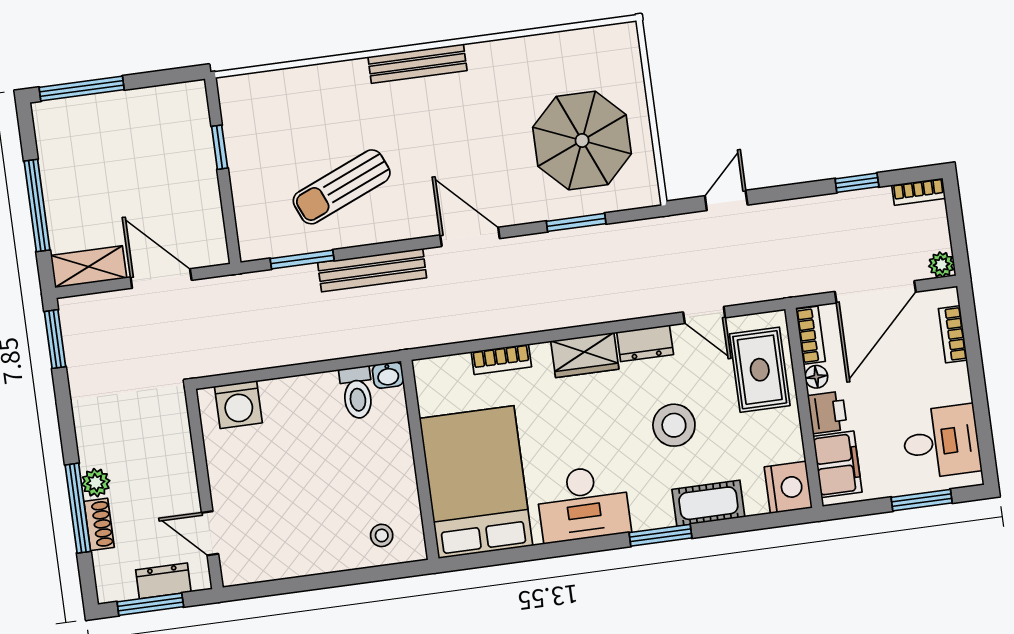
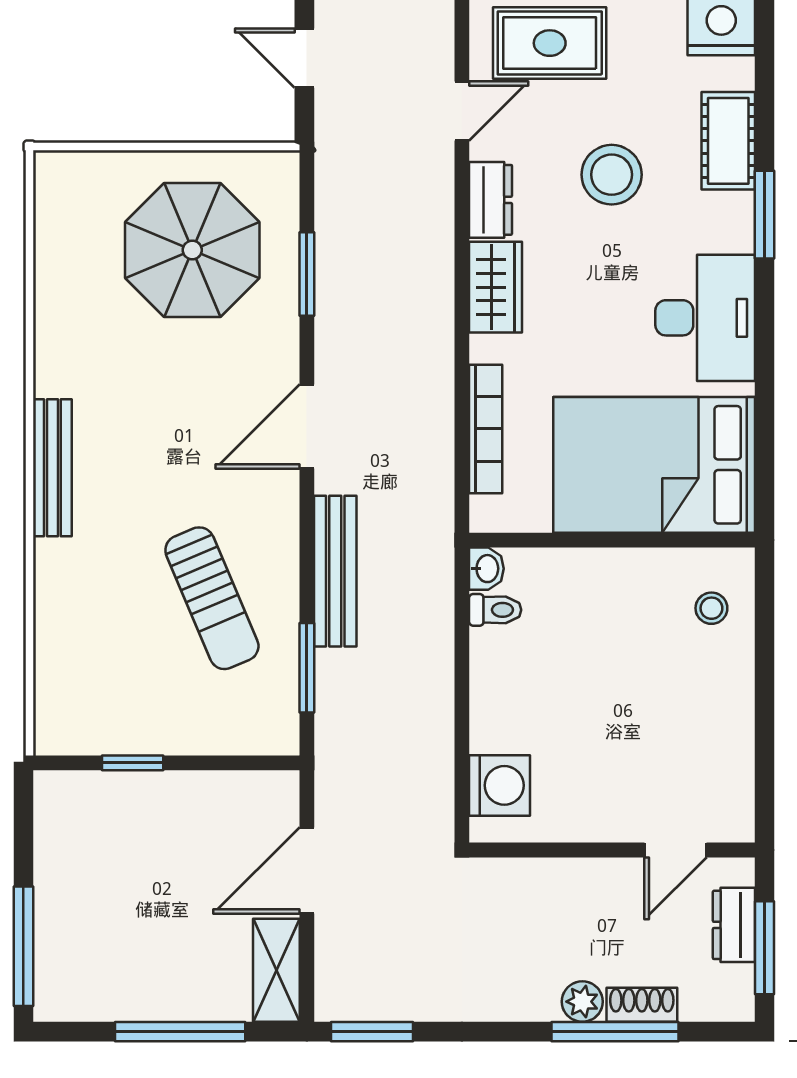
bookcase: (501, 359) -> (486, 429), width x1.56
toilet: (357, 393) -> (495, 610), width x0.73, depth x0.72

